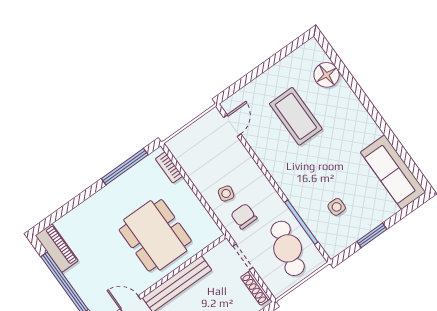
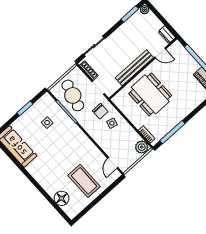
coffee table: (296, 116) -> (84, 181), moved
plant: (180, 147) -> (142, 147), added

